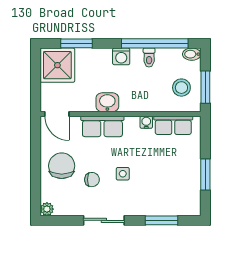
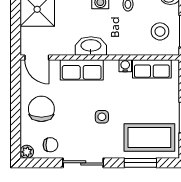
washbasin: (107, 102) -> (91, 46), width x1.38
chair: (92, 180) -> (50, 145), moved
coffee table: (171, 195) -> (149, 137), added

